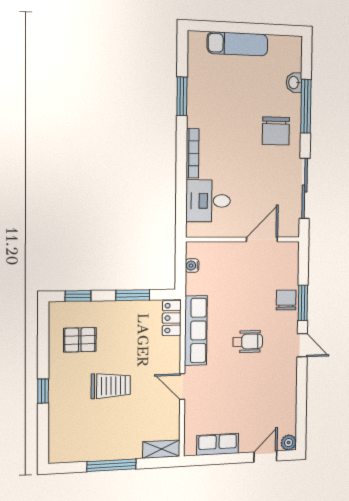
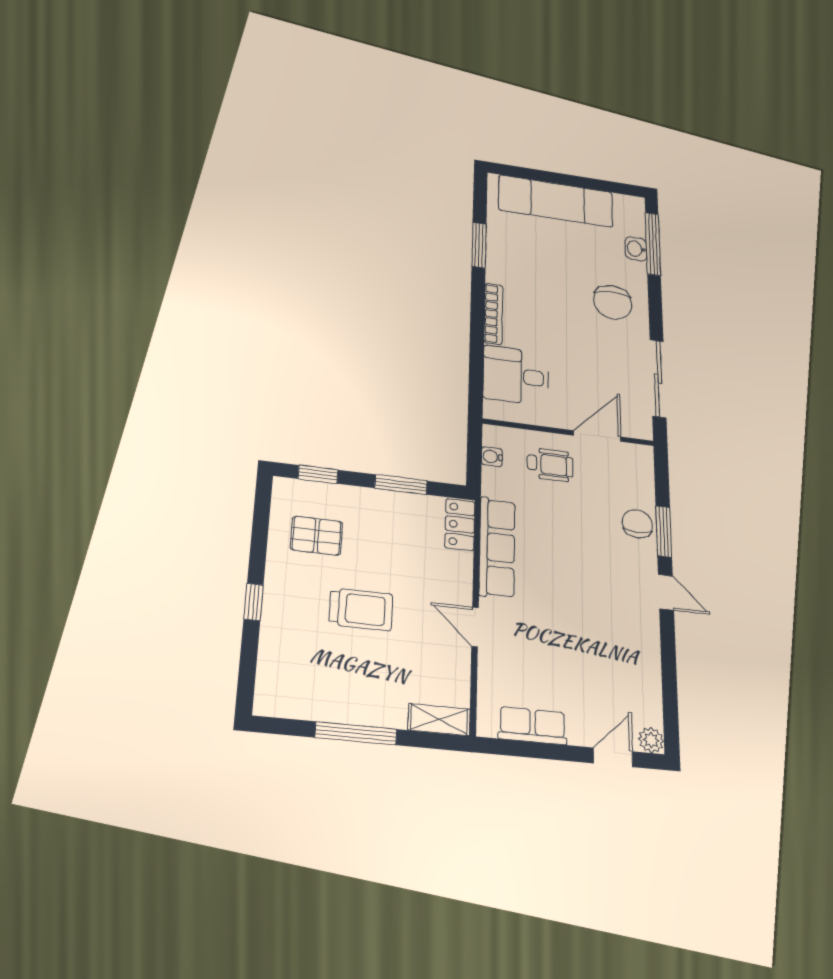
exam couch: (237, 44) -> (556, 201), width x1.36, depth x1.45
window: (306, 106) -> (653, 244), moved
wheelchair: (248, 342) -> (550, 465), moved

